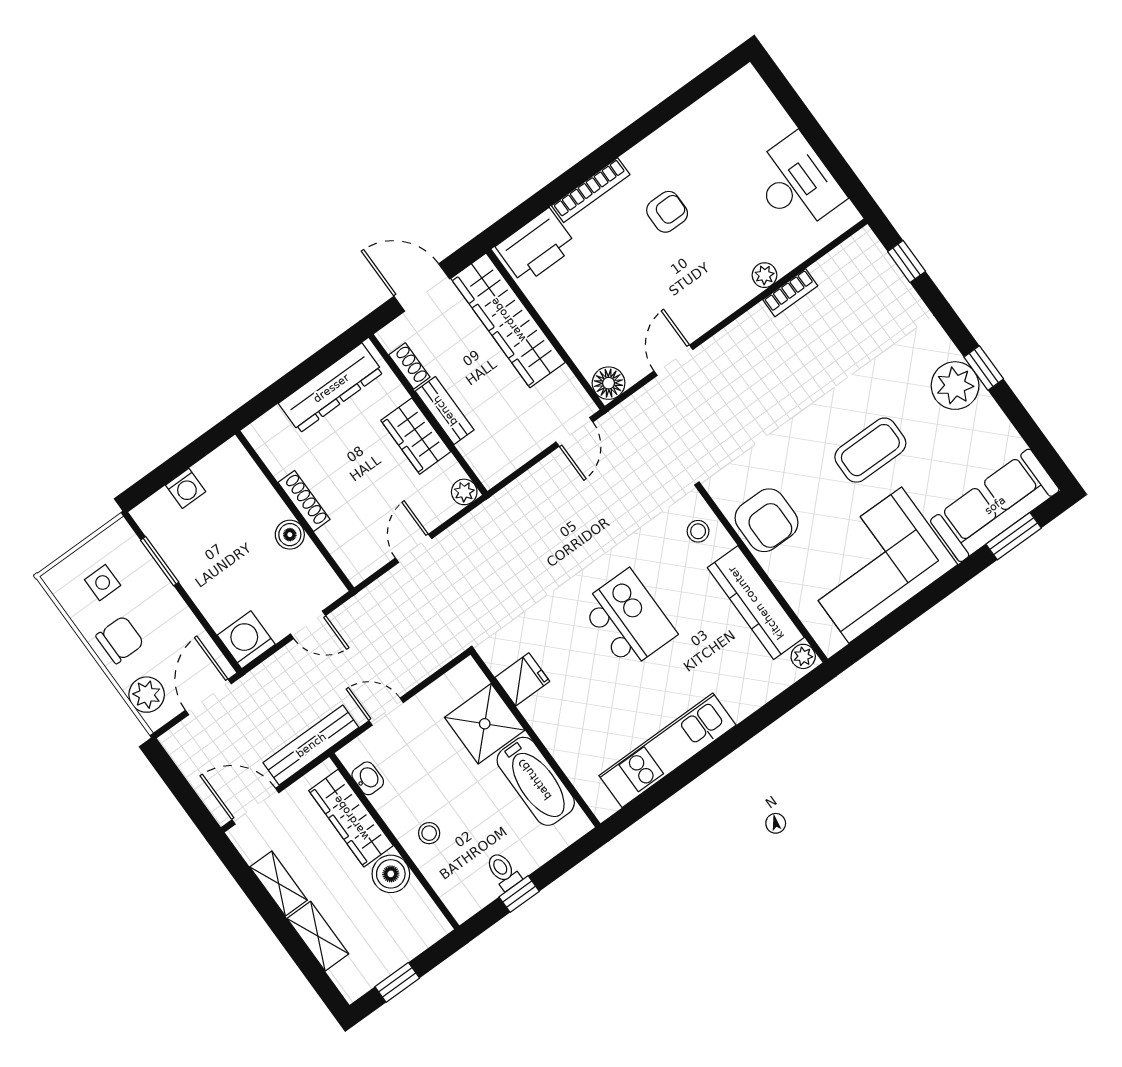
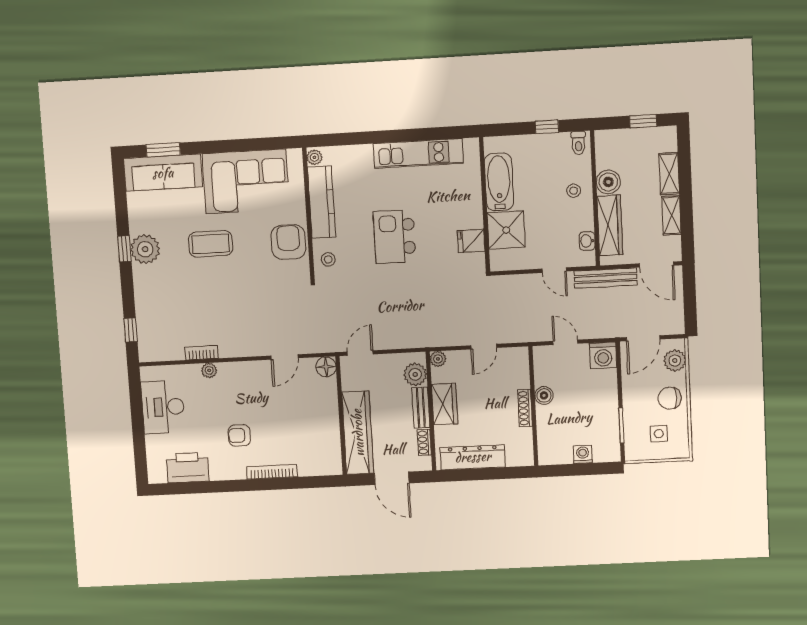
printer: (536, 246) -> (188, 467), moved
plant: (481, 451) -> (415, 374), added
toilet: (503, 871) -> (578, 143), moved

